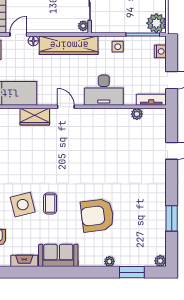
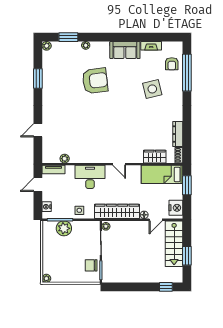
plant: (156, 23) -> (64, 228), moved
wardrobe: (35, 117) -> (155, 157), moved
coffee table: (50, 204) -> (131, 90), removed

